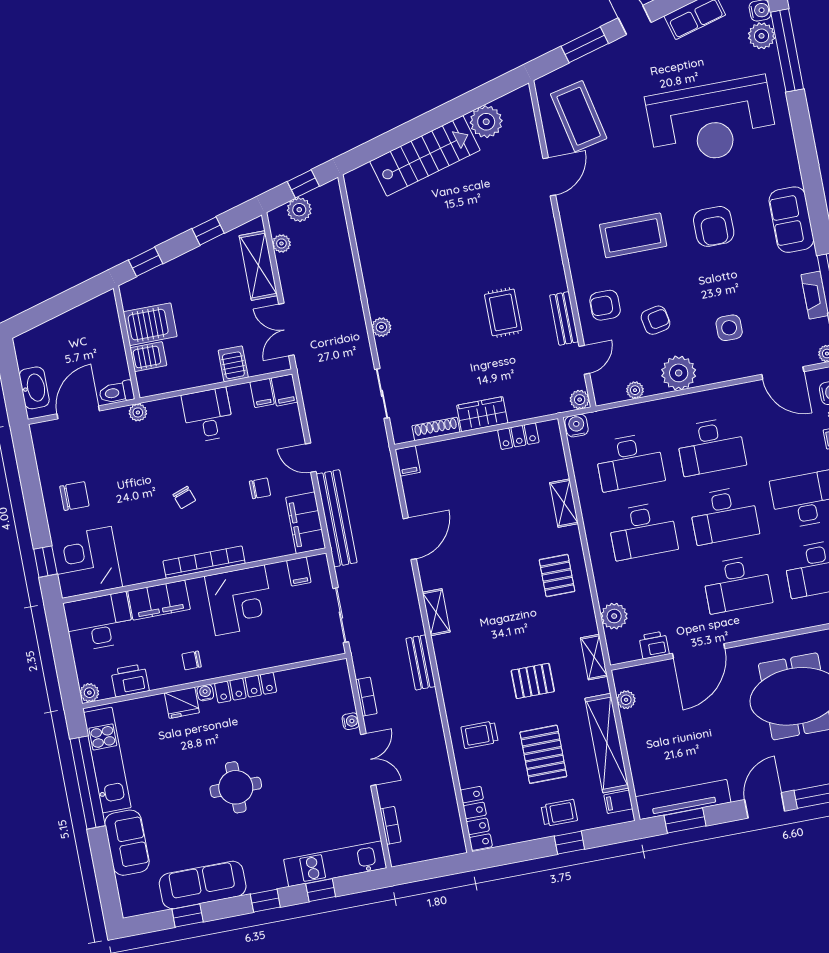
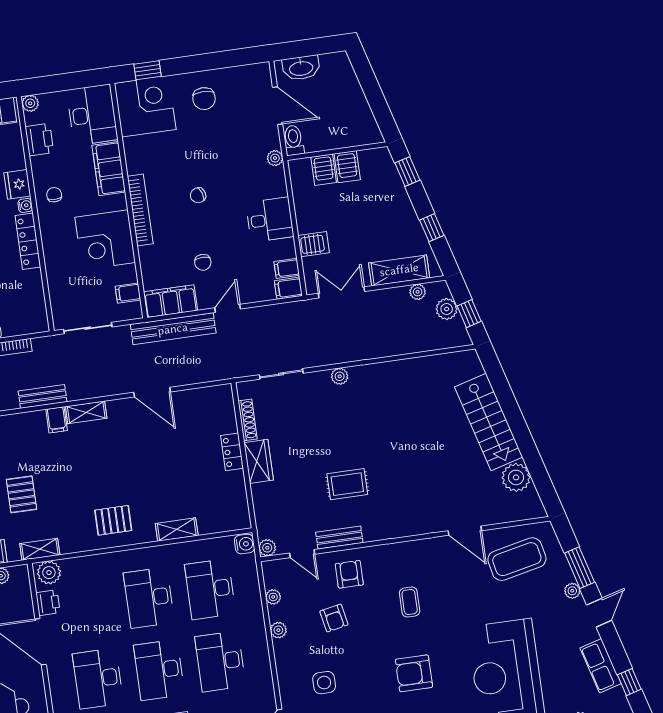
plant: (611, 52) -> (572, 591), added
coffee table: (633, 235) -> (410, 602), width x0.54, depth x0.58
server rack: (150, 324) -> (347, 167), width x0.73, depth x0.70
plant: (679, 373) -> (278, 630), width x0.53, depth x0.53
locker: (518, 436) -> (232, 452), moved
filing cabinet: (408, 461) -> (57, 420), moved, turned -90
plant: (614, 616) -> (49, 573), moved

